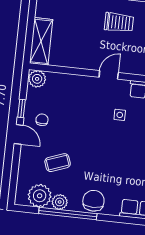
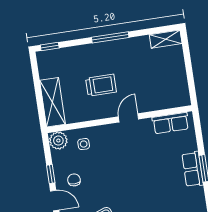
trolley: (119, 22) -> (101, 85), moved
side table: (120, 115) -> (84, 144), moved

